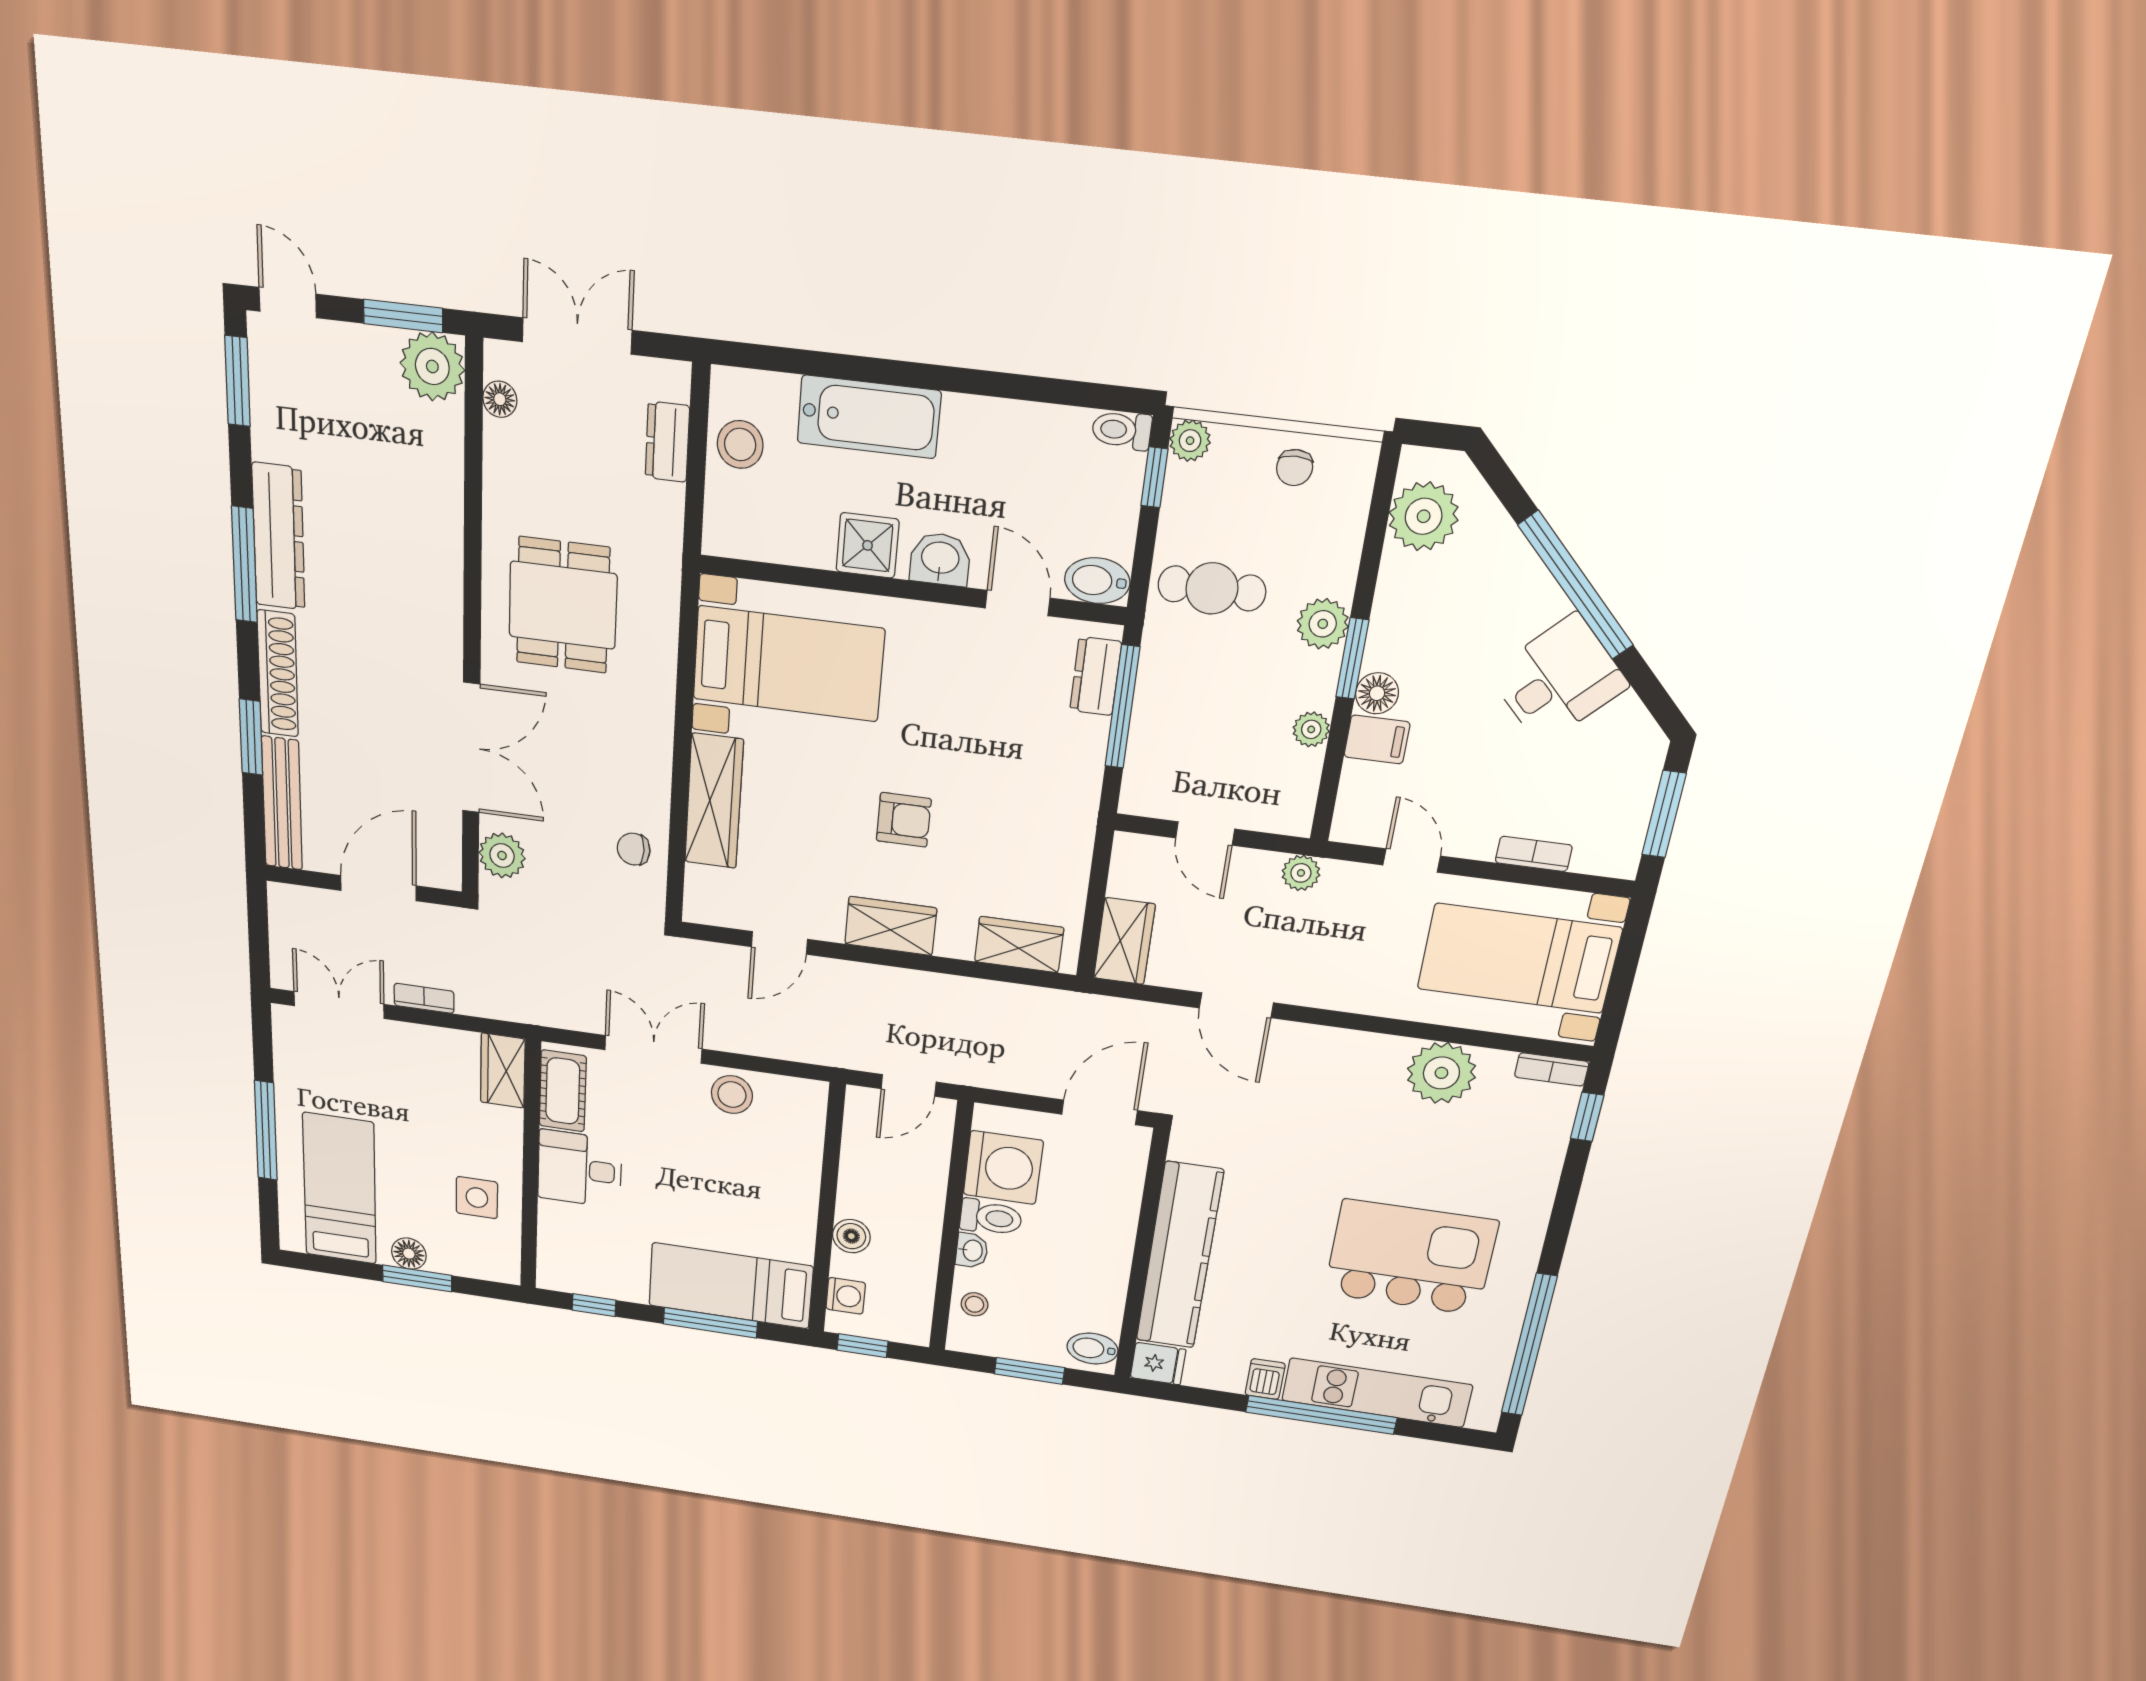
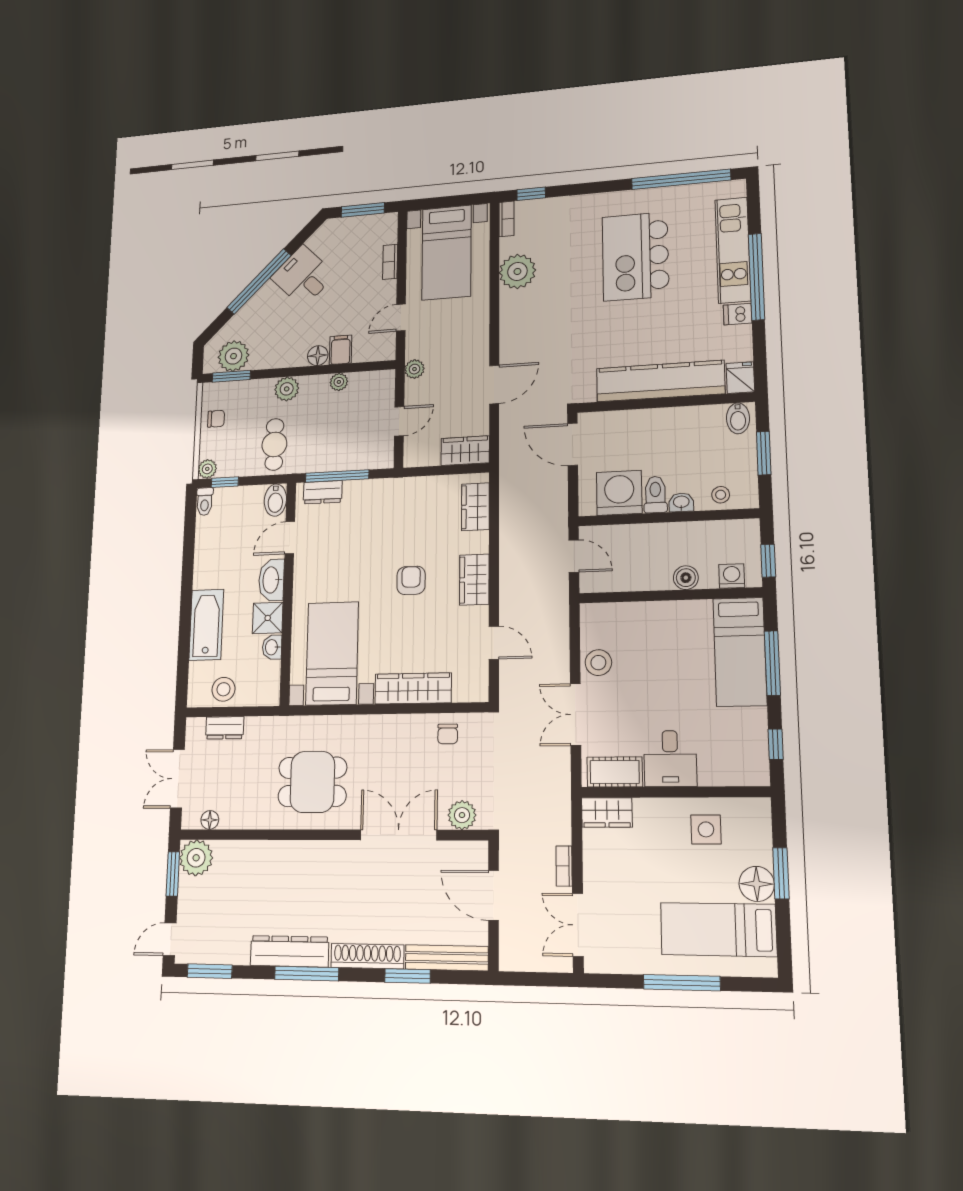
washbasin: (811, 549) -> (272, 647), added
washbasin: (940, 559) -> (271, 580), width x1.38
window: (1352, 659) -> (231, 376), moved
floor lamp: (409, 1254) -> (757, 884), width x1.38, depth x1.38

